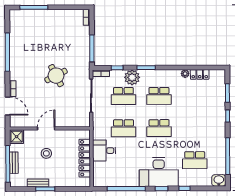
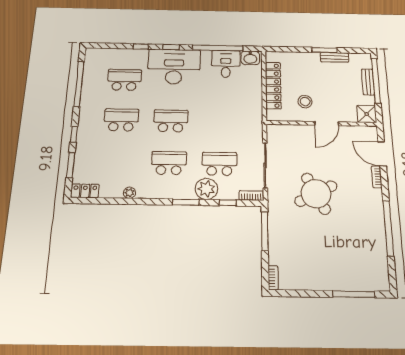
locker: (200, 74) -> (85, 191), moved
round table: (56, 76) -> (316, 194), width x1.36, depth x1.36
school desk: (124, 128) -> (121, 120), moved
desk: (104, 151) -> (226, 64), moved, turned -90
stool: (46, 153) -> (305, 102), moved
washbasin: (219, 180) -> (250, 58), moved

